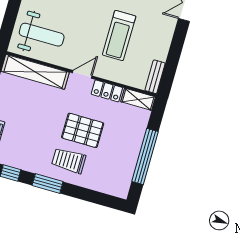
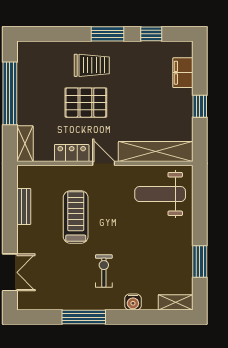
door: (82, 74) -> (104, 163), swing flipped
bench: (155, 77) -> (24, 206), moved
shelving: (138, 99) -> (25, 144), moved, turned 90

